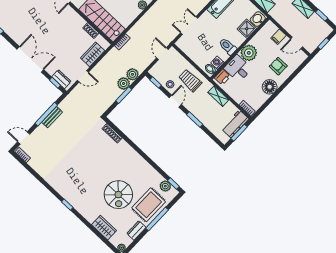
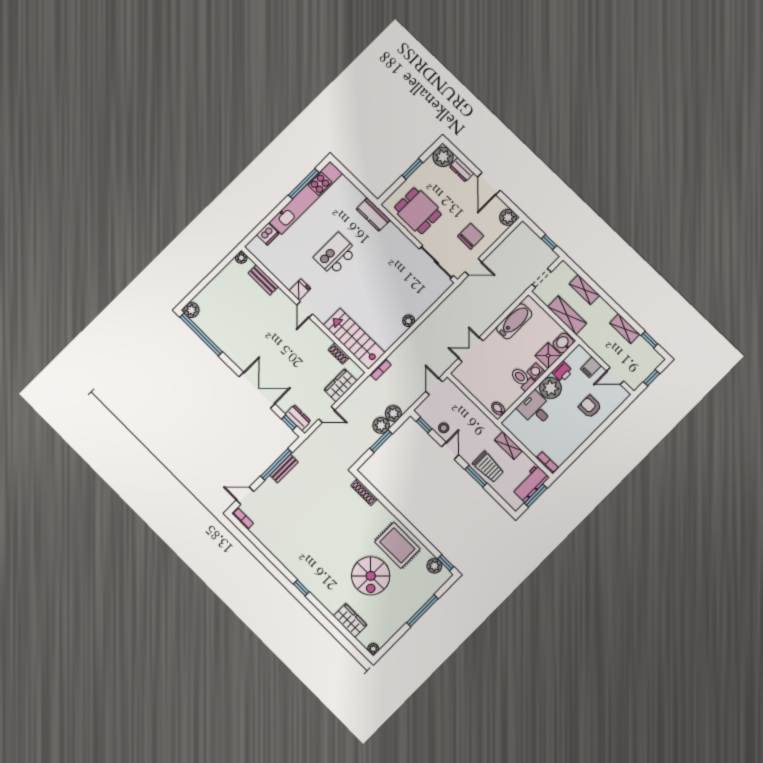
washing machine: (217, 63) -> (536, 372), moved
printer: (222, 77) -> (562, 372), moved
trolley: (190, 80) -> (488, 467), moved, turned 180
floor lamp: (270, 87) -> (578, 434), removed
rug: (149, 205) -> (397, 545), moved, turned 90
dresser: (136, 230) -> (394, 626), removed

